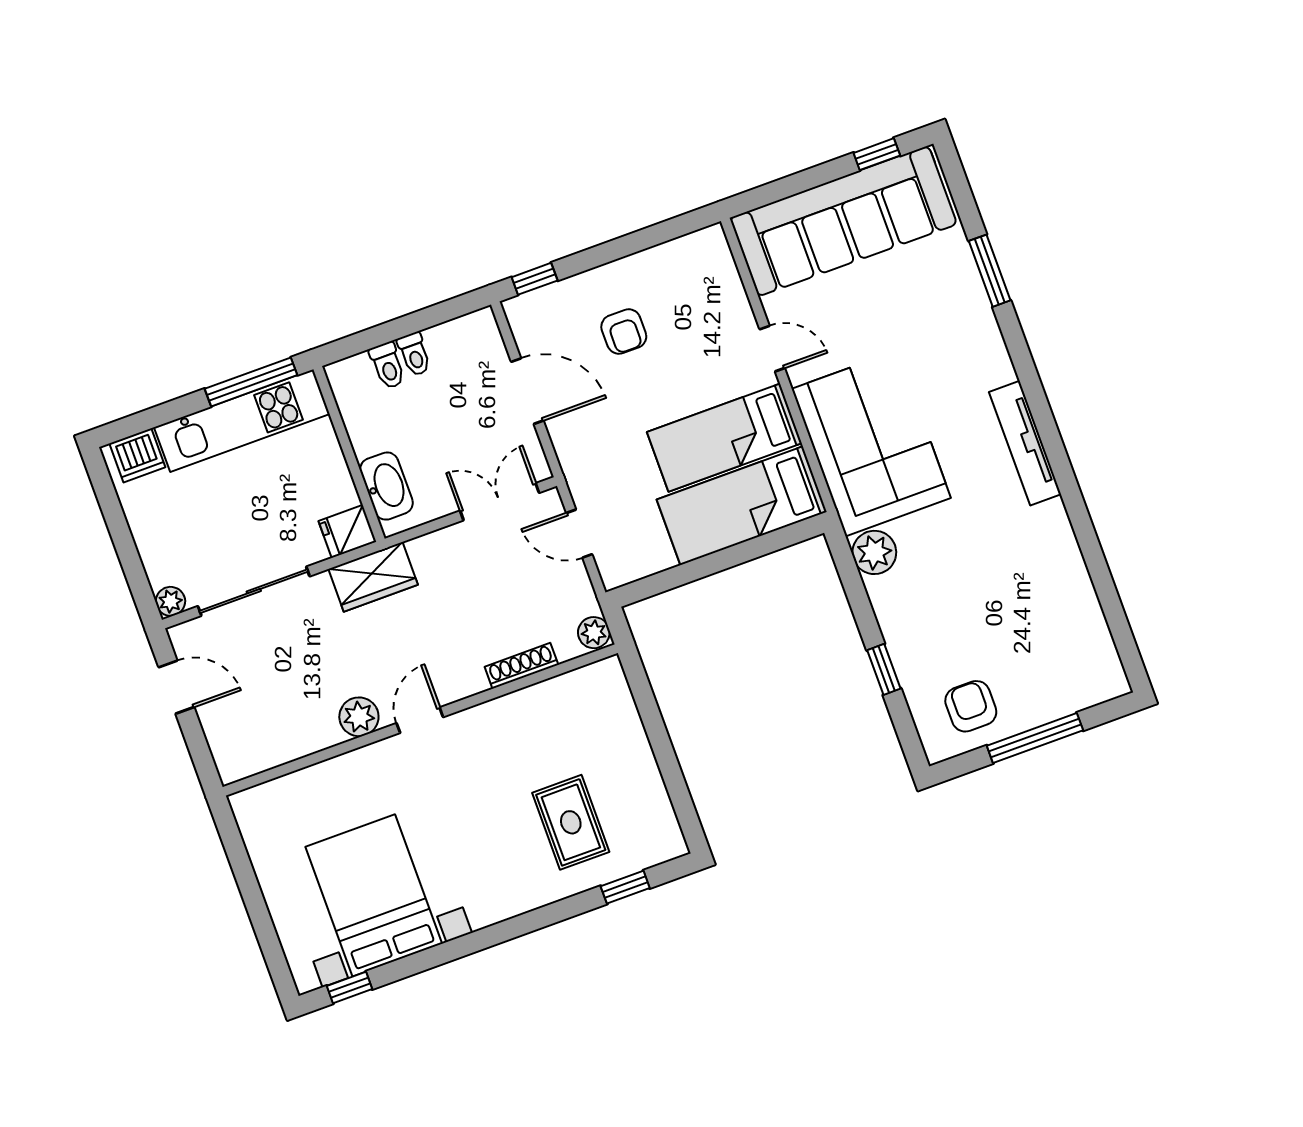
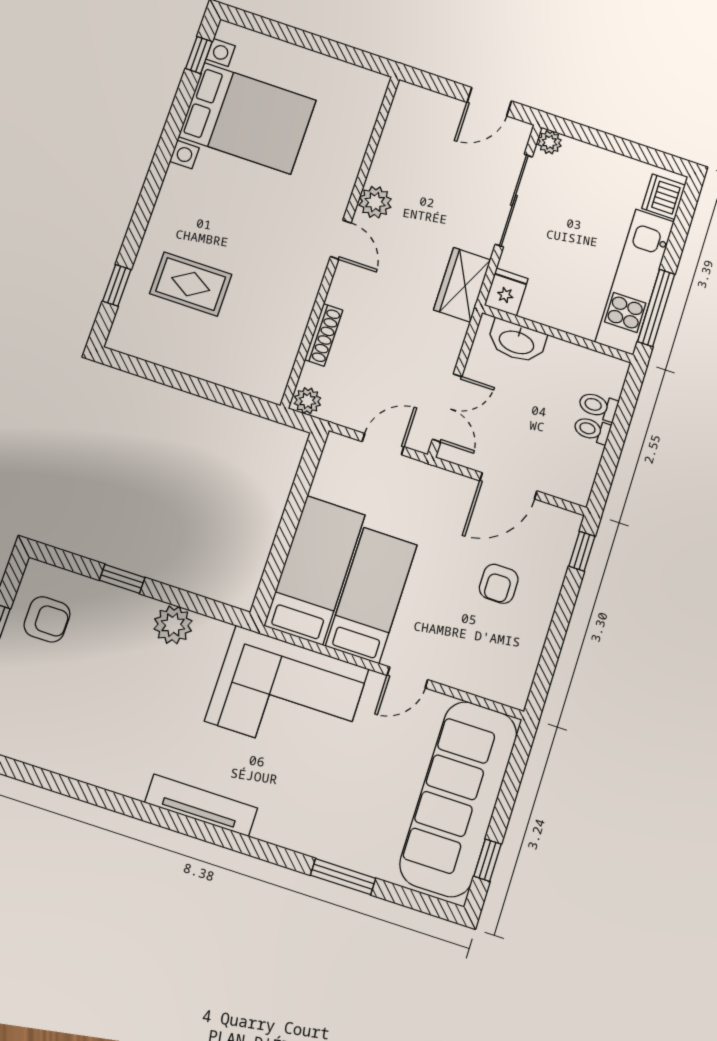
armchair: (624, 332) -> (499, 584), turned -90
plant: (874, 552) -> (173, 625), moved

